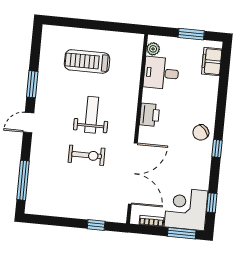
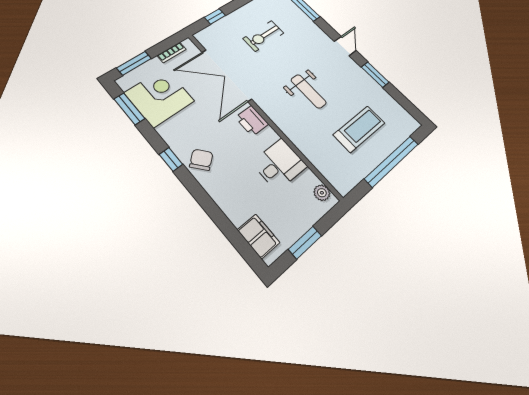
window: (90, 24) -> (392, 161), added
desk: (161, 73) -> (279, 164), moved
printer: (149, 115) -> (252, 121), moved
exercise bike: (87, 155) -> (264, 36), moved
window: (212, 203) -> (129, 109), width x1.50
corner desk: (186, 209) -> (159, 97), moved, turned -90

